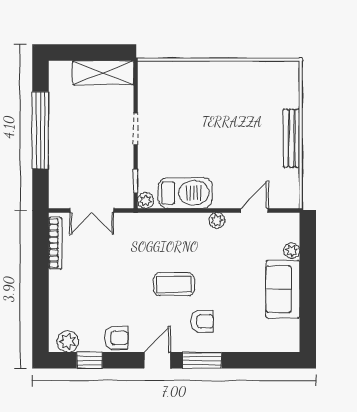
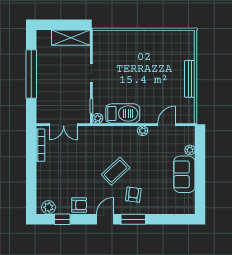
coffee table: (174, 284) -> (116, 171), turned -43
armchair: (202, 321) -> (133, 195), turned -83

